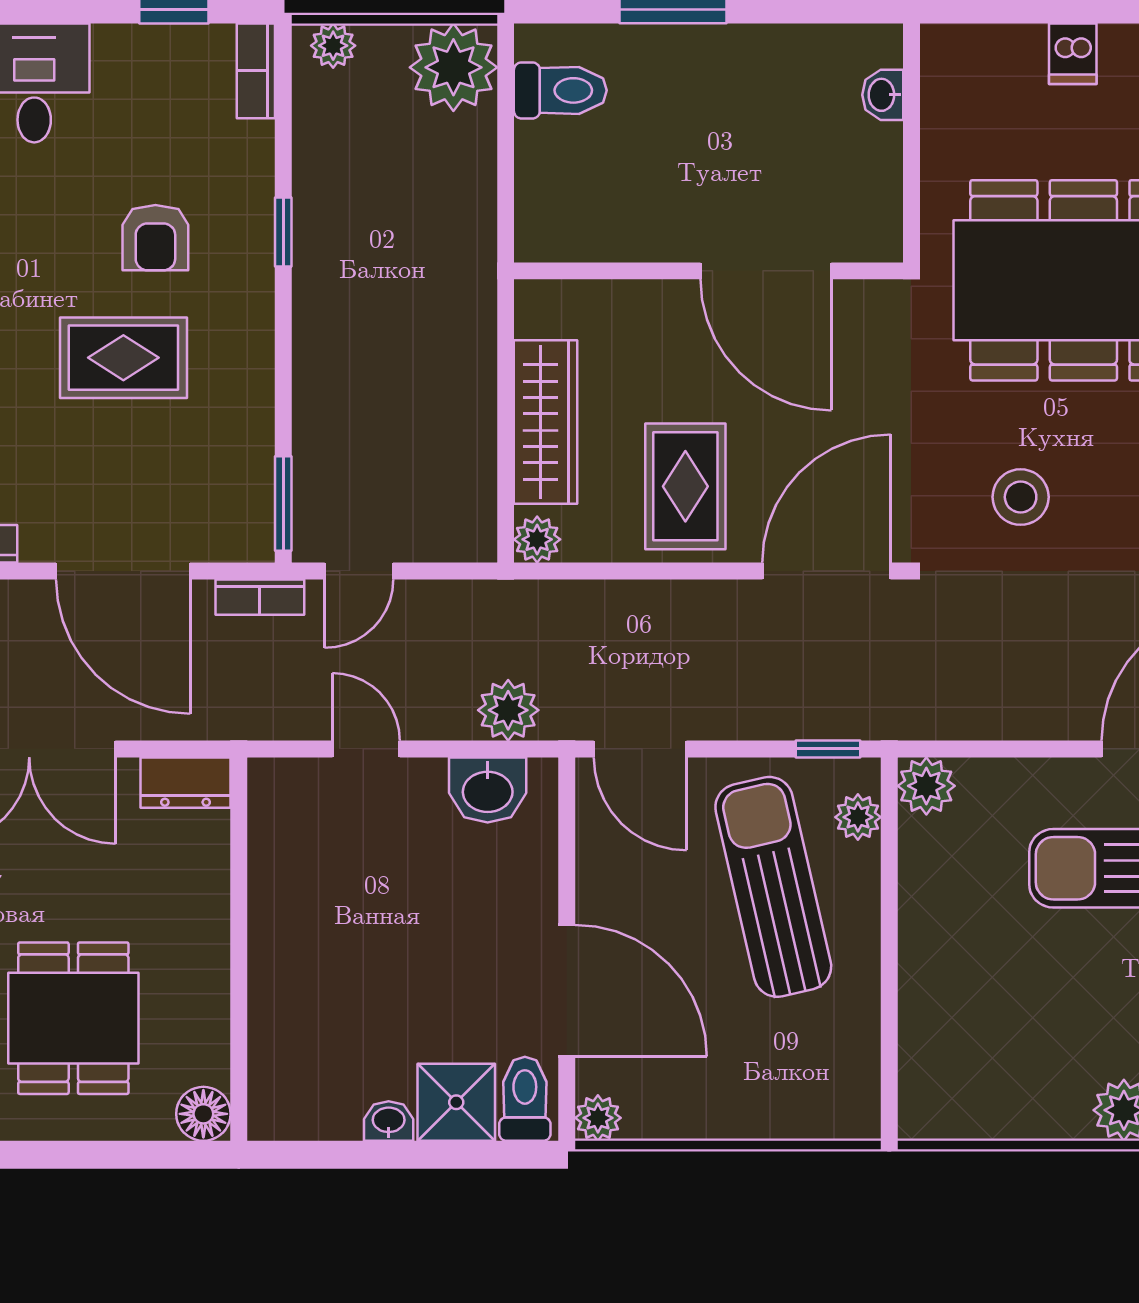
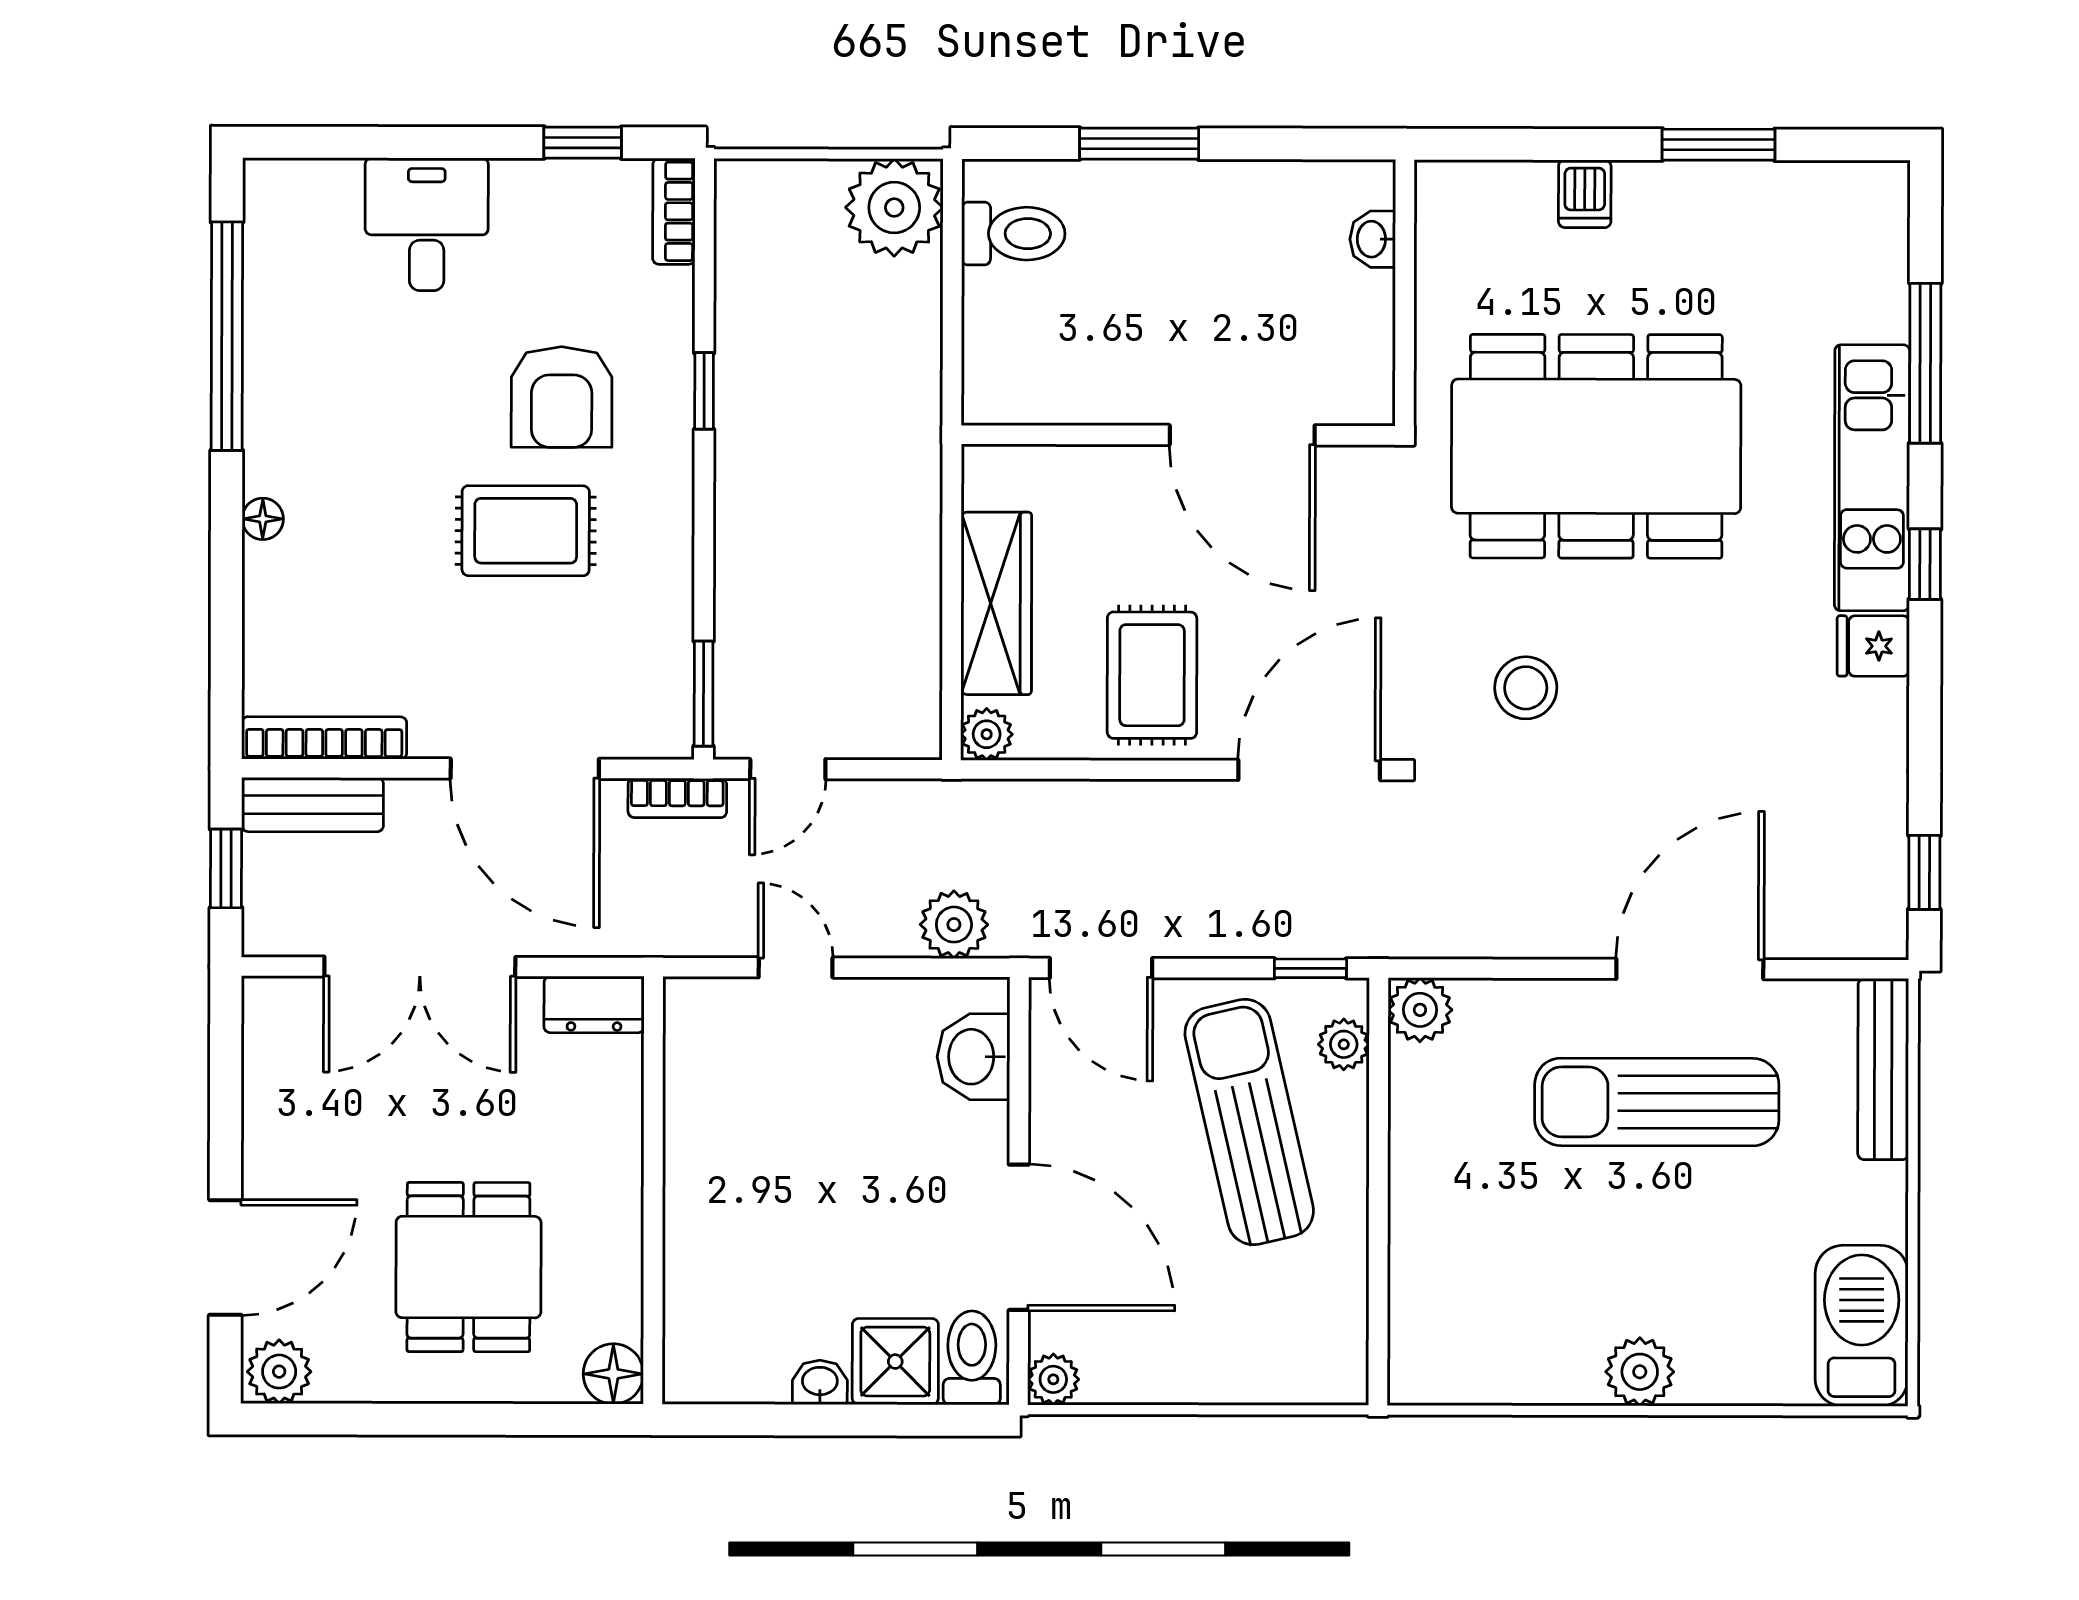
plant: (333, 46) -> (760, 183), removed
armchair: (155, 238) -> (562, 397), width x1.38, depth x1.38
washbasin: (488, 790) -> (973, 1057), moved, turned 90

